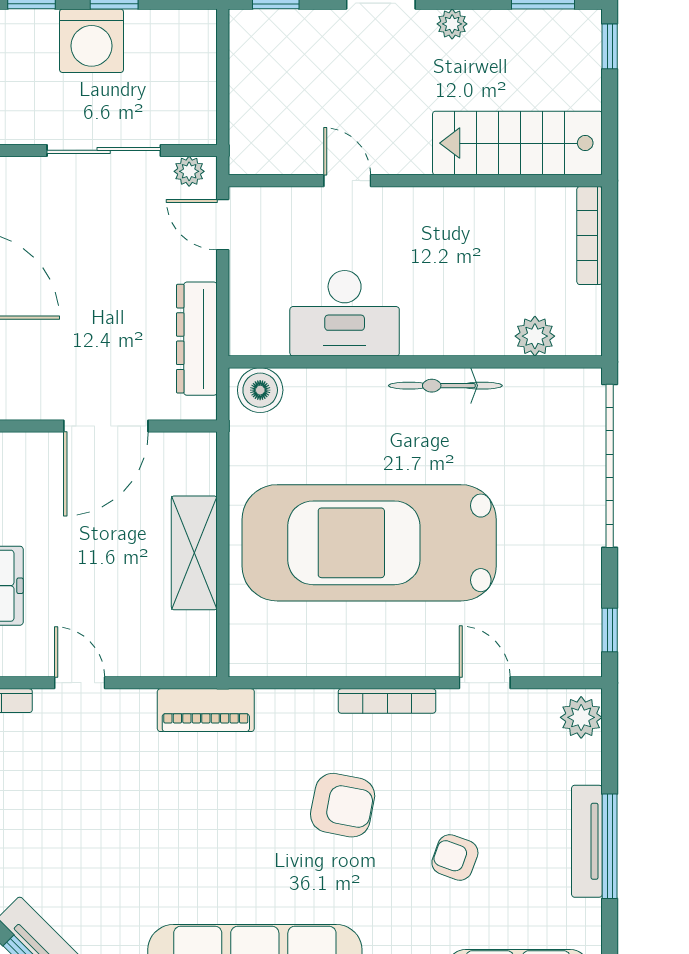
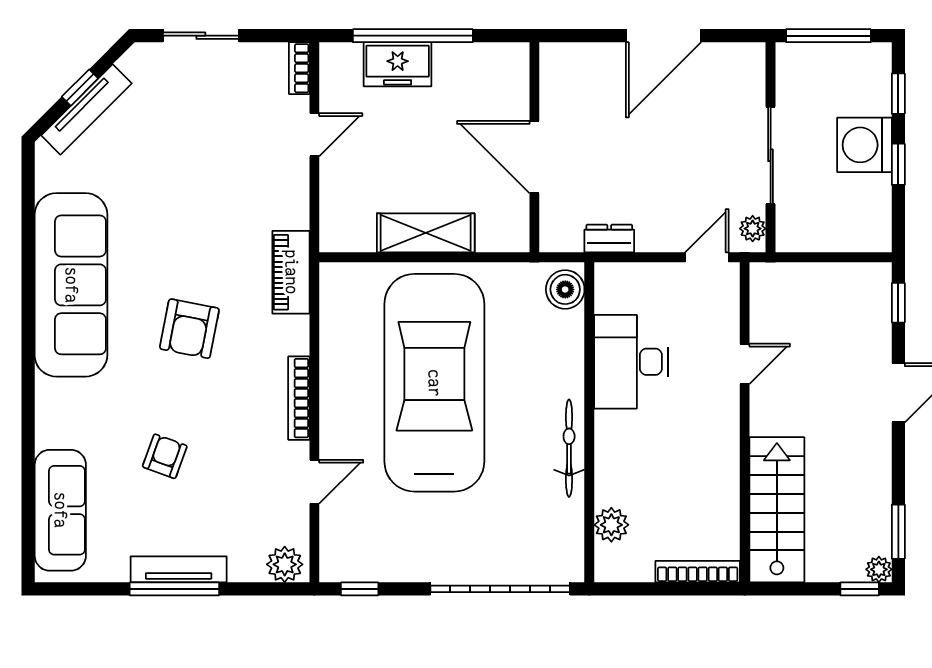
plant: (452, 24) -> (879, 569), moved
dresser: (197, 339) -> (609, 239), width x0.51, depth x0.80
piano: (206, 710) -> (291, 272), moved
armchair: (343, 805) -> (189, 329), moved

